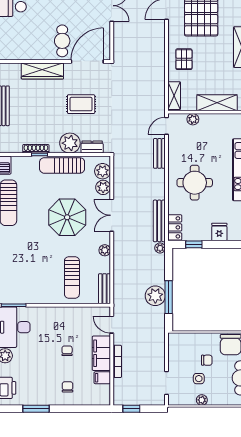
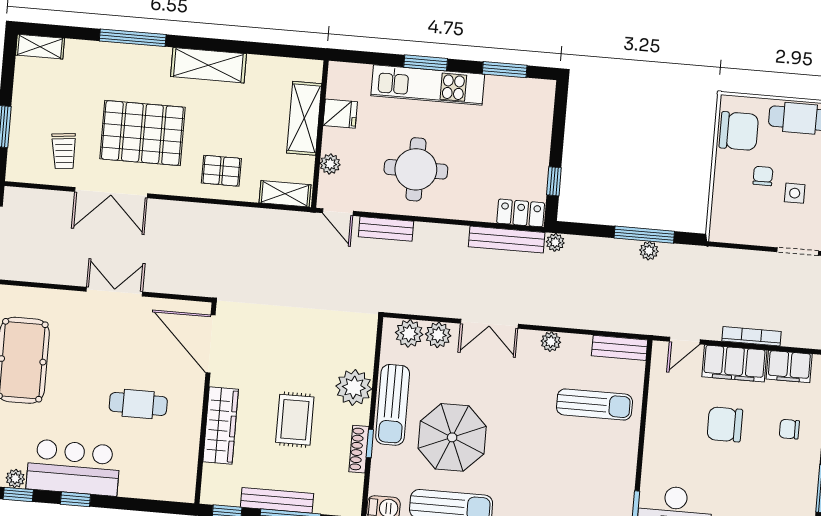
cafe table: (62, 41) -> (138, 404), moved
rug: (81, 104) -> (295, 420), moved
dresser: (92, 147) -> (364, 348), removed
round table: (195, 183) -> (416, 169), moved
parasol: (67, 217) -> (452, 437), moved
fridge: (219, 232) -> (340, 114), moved, turned 180
plant: (155, 296) -> (649, 251), width x0.53, depth x0.53
chair: (67, 351) -> (725, 424), width x1.87, depth x1.87
filing cabinet: (102, 378) -> (789, 367), width x2.00

